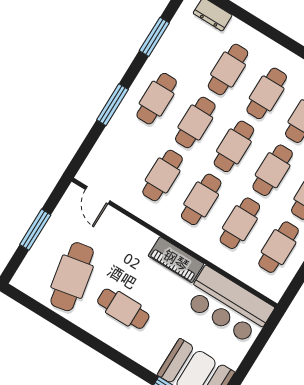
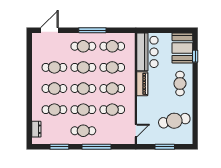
window: (112, 105) -> (96, 147), width x1.44
cafe table: (123, 309) -> (180, 83), moved

